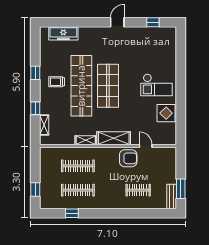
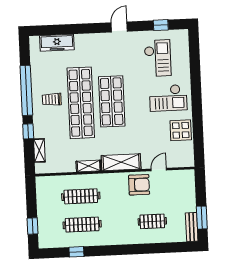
checkout: (149, 50) -> (158, 58), added
window: (35, 73) -> (26, 90), width x3.17
door: (146, 146) -> (159, 170), hinge flipped

